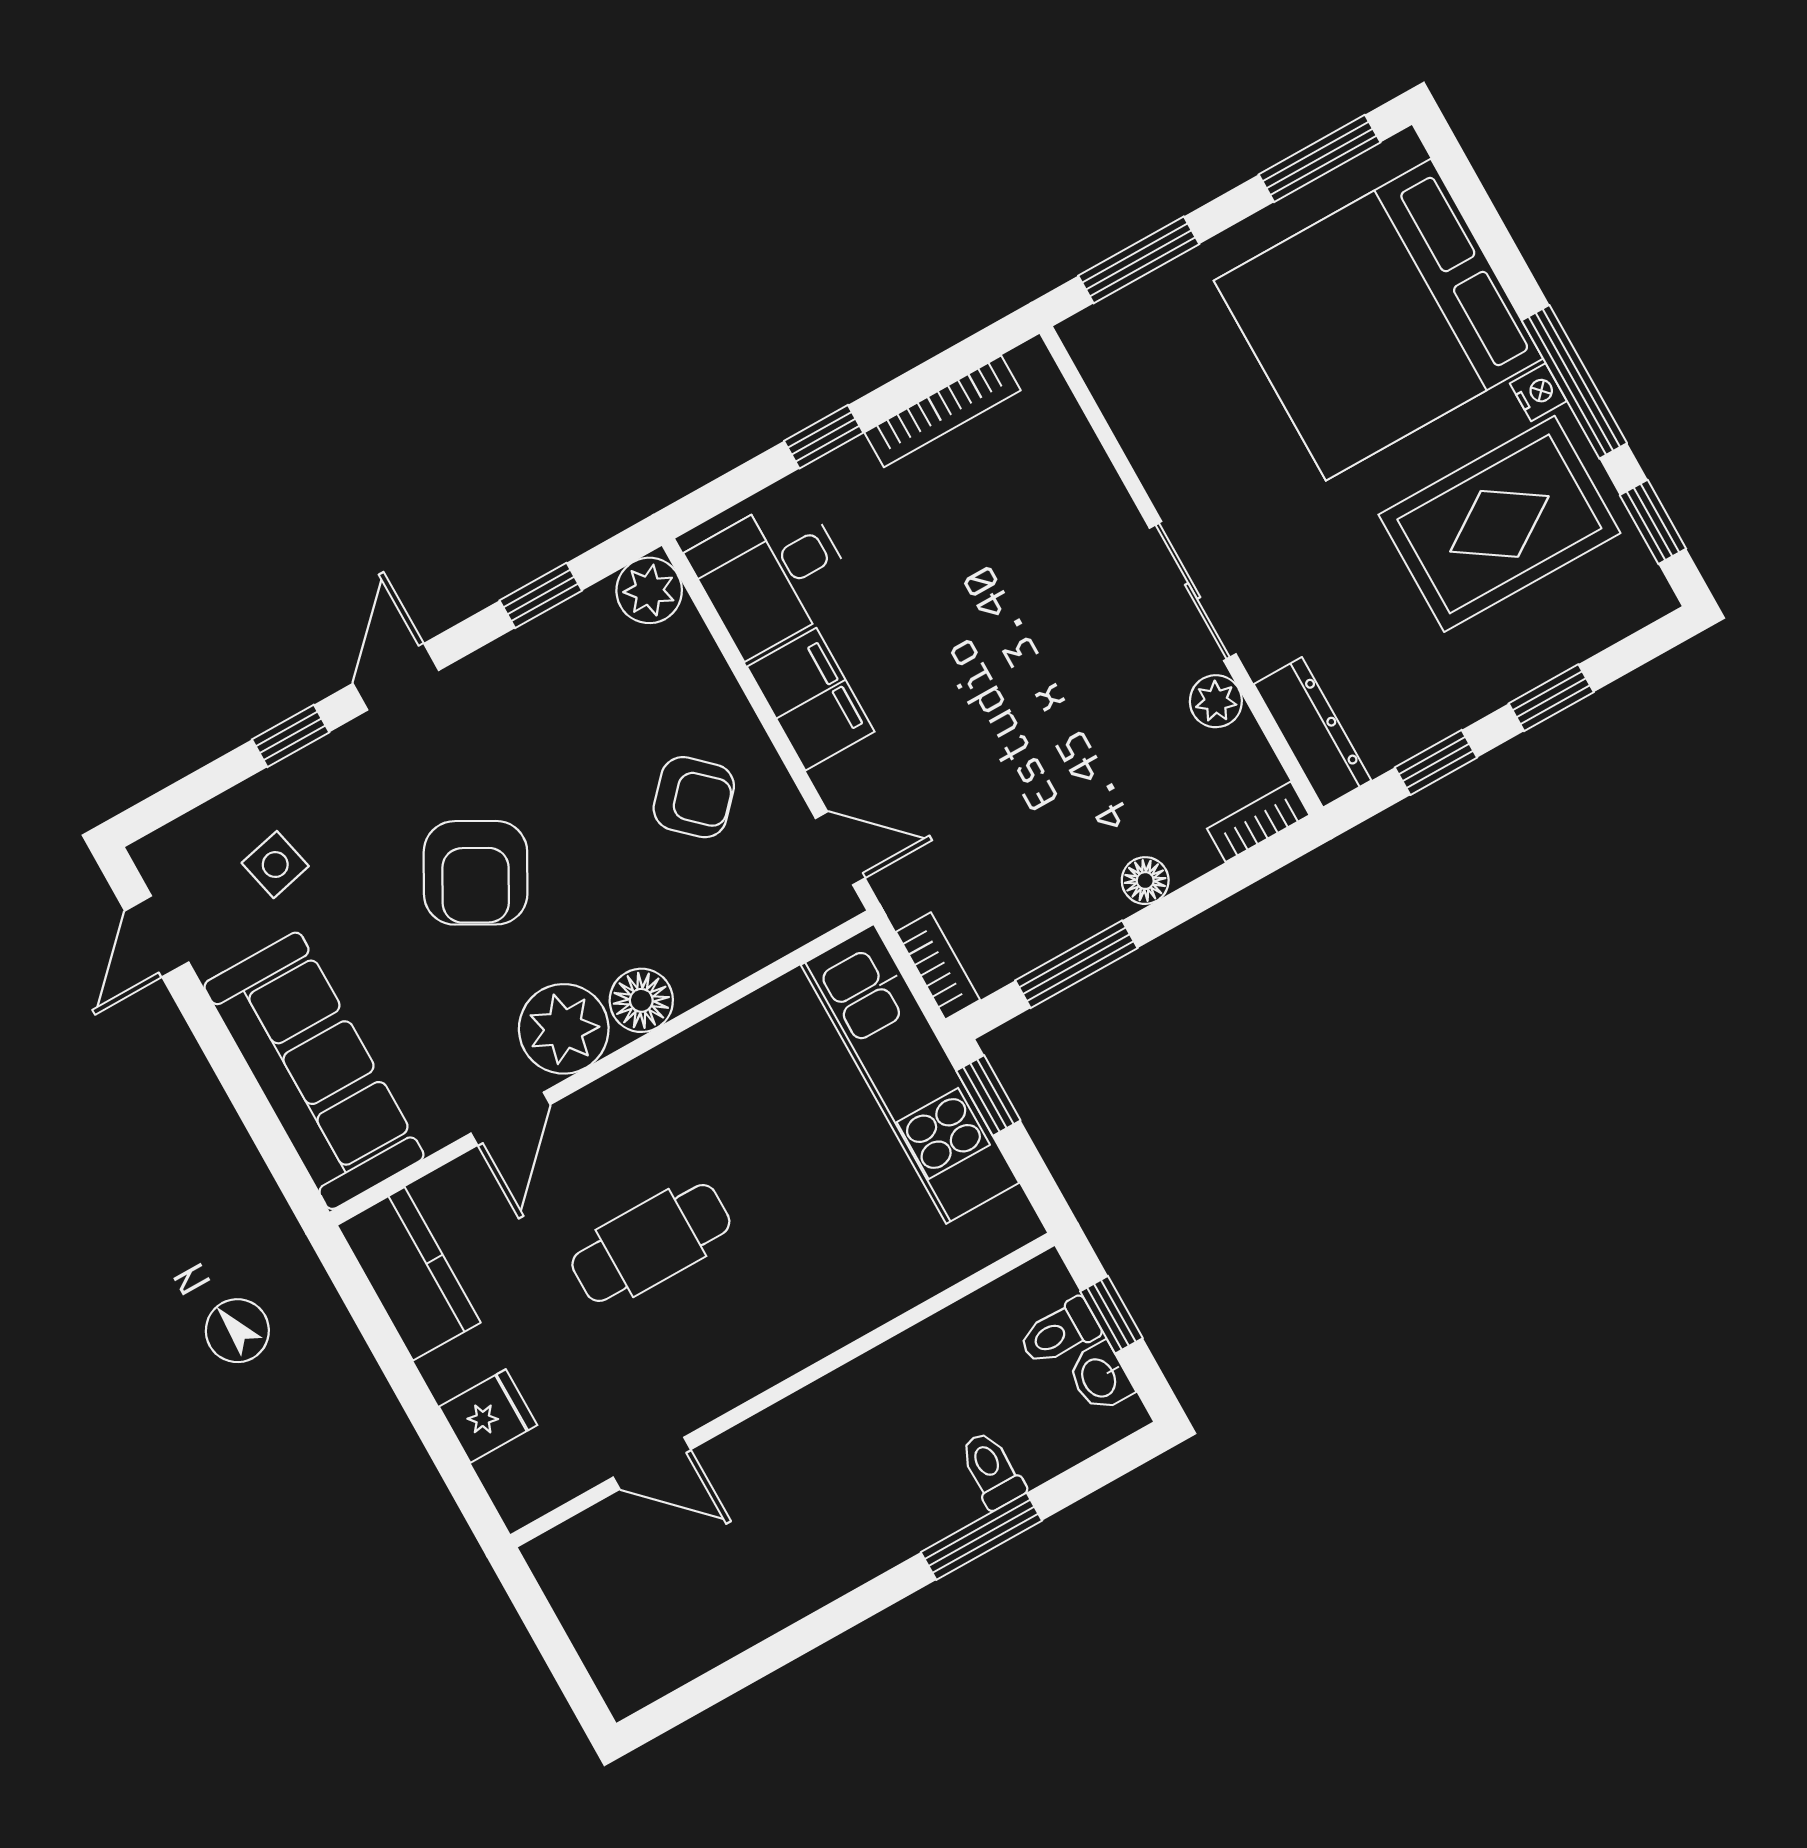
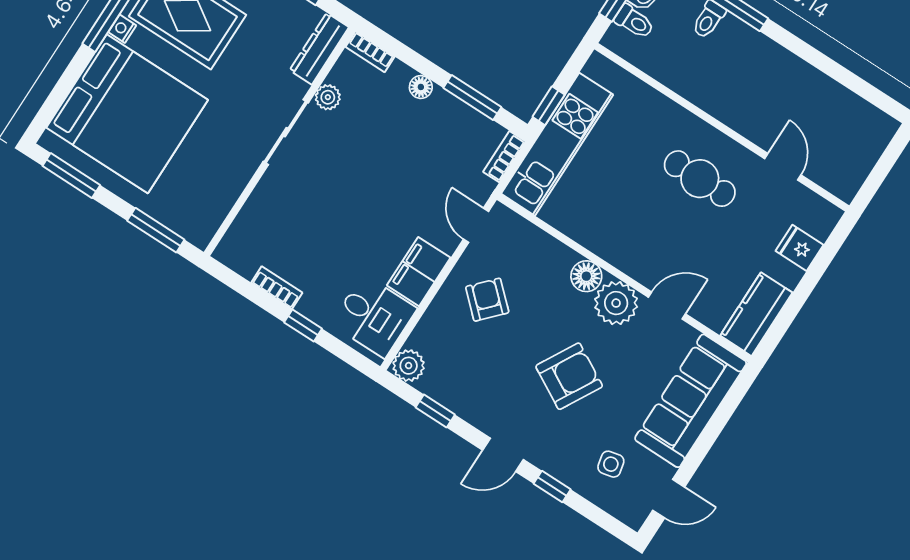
bookcase: (942, 411) -> (277, 288), width x0.64
cafe table: (651, 1243) -> (700, 179), moved

